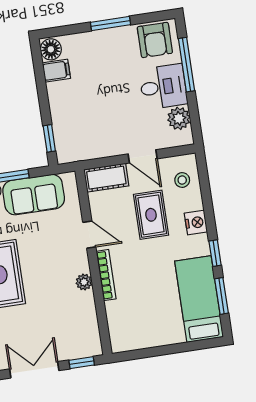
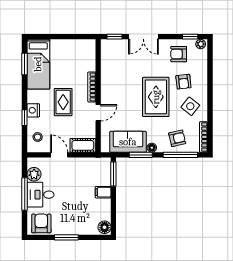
window: (187, 65) -> (25, 194), moved
filing cabinet: (56, 71) -> (103, 192), moved
window: (49, 138) -> (113, 174), width x1.50
rug: (151, 215) -> (63, 102), moved
door: (89, 235) -> (98, 113), swing flipped
window: (215, 253) -> (25, 118), moved
plant: (84, 282) -> (106, 85), removed

